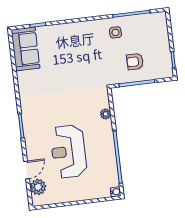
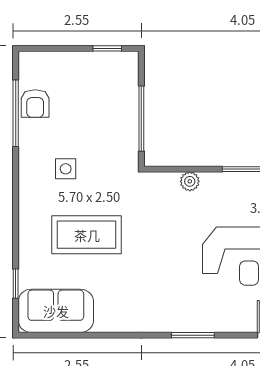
side table: (115, 32) -> (66, 169), moved
coffee table: (69, 61) -> (87, 235), added
armchair: (135, 62) -> (35, 104), moved

